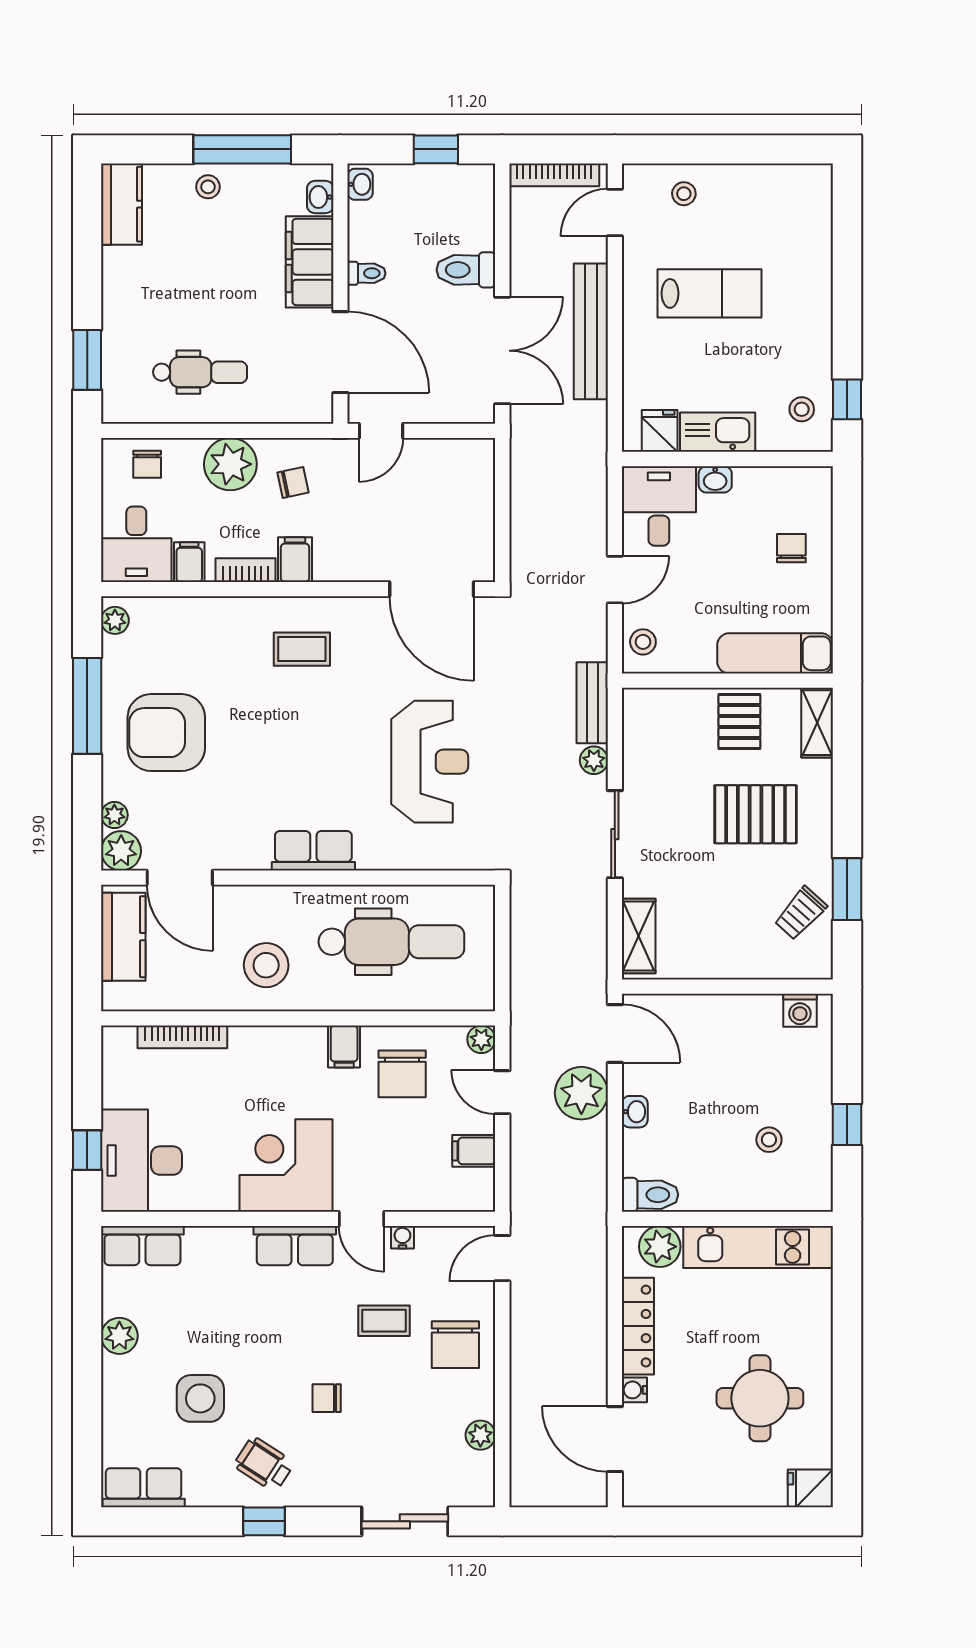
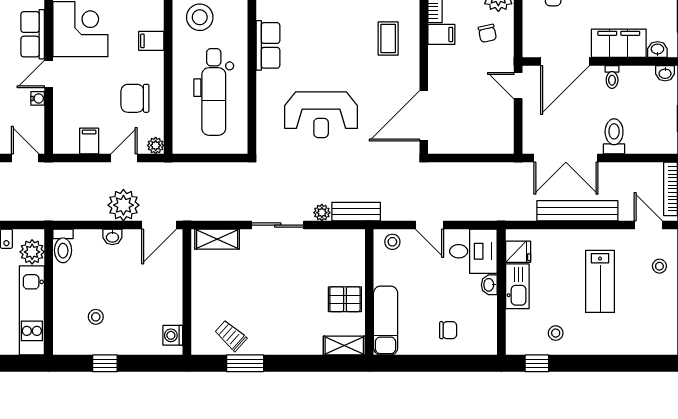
stool: (802, 409) -> (556, 333), moved
pallet: (756, 814) -> (290, 309), removed
filing cabinet: (344, 1047) -> (151, 41), moved

